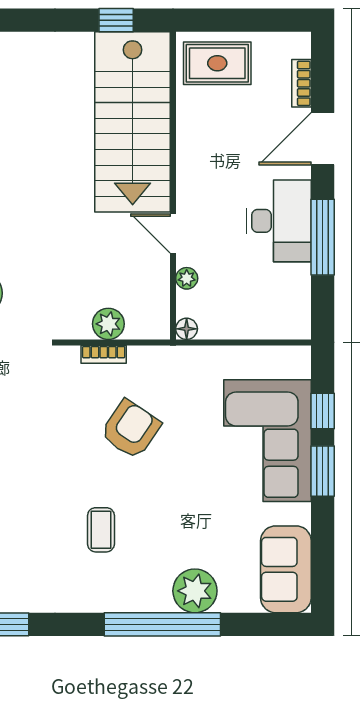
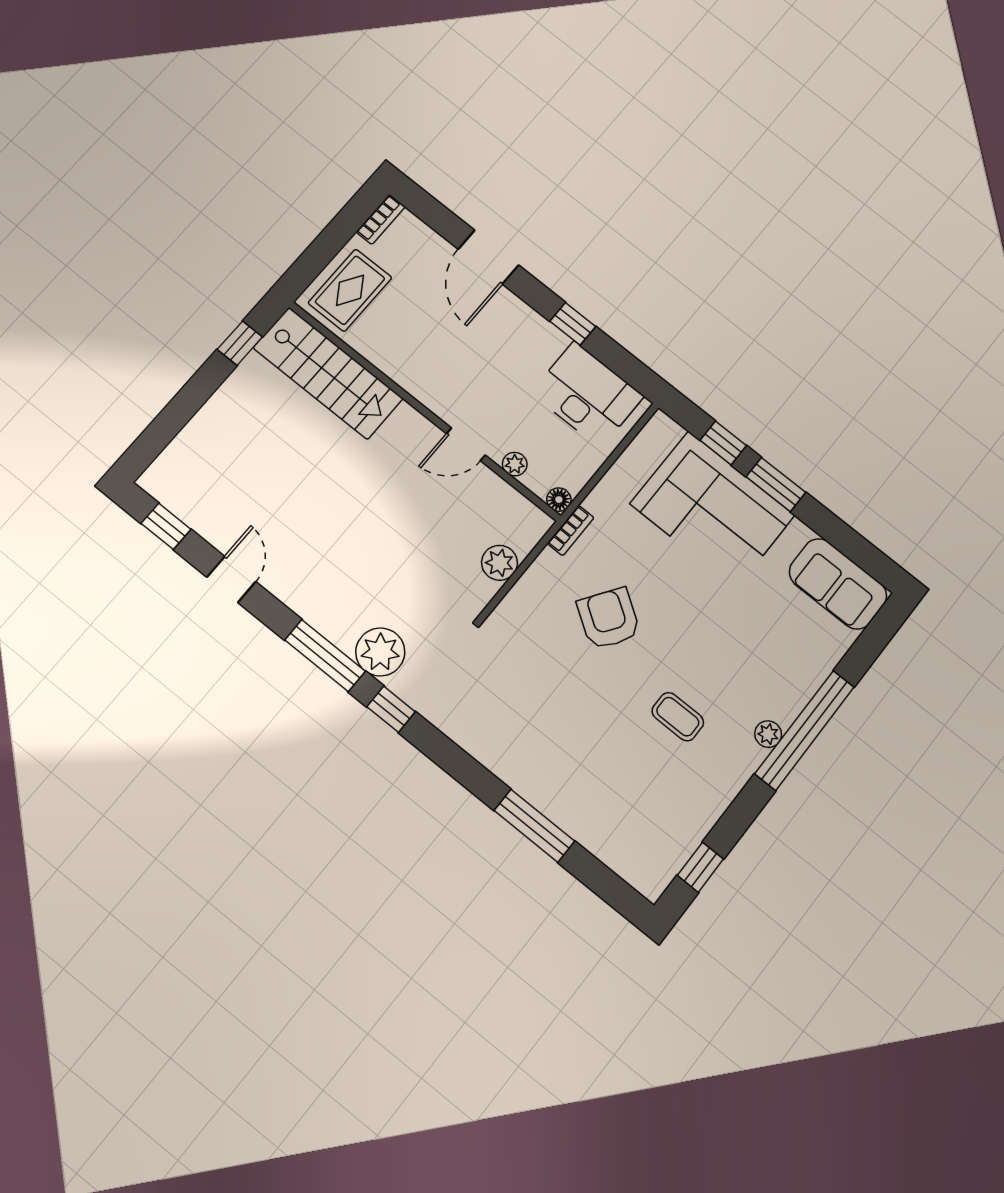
bookcase: (301, 83) -> (381, 219), moved, turned -90
stairs: (133, 122) -> (328, 373), width x0.73, depth x0.66
desk: (279, 221) -> (587, 395), moved
window: (323, 237) -> (573, 324), width x0.46
bookcase: (104, 354) -> (571, 531), moved
plant: (195, 591) -> (768, 734), moved, width x0.53, depth x0.53

